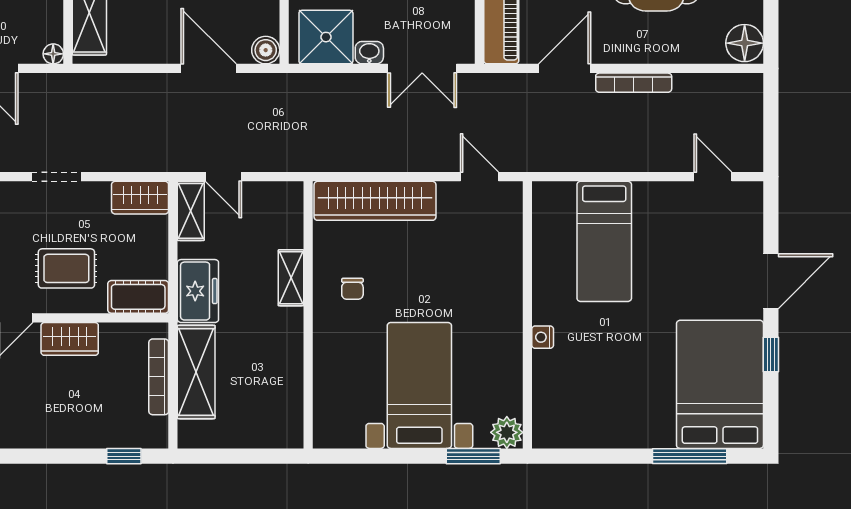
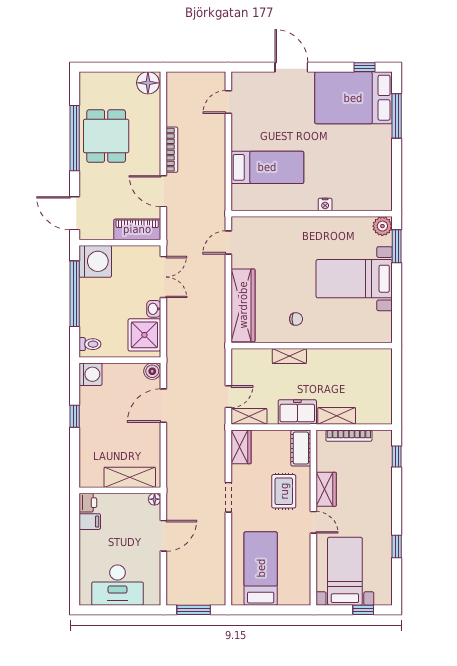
window: (771, 355) -> (364, 67), moved
shelving: (196, 372) -> (337, 416), width x0.67, depth x0.75

